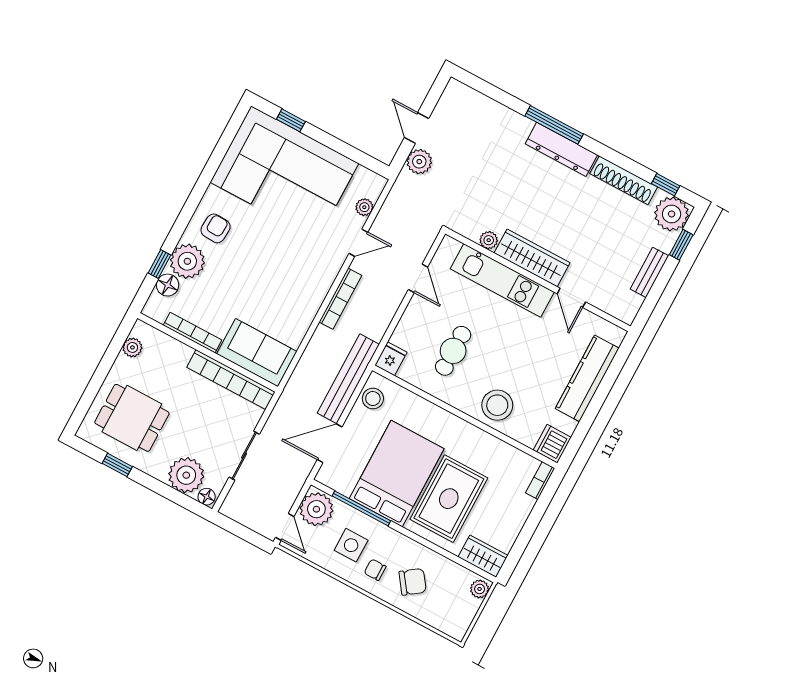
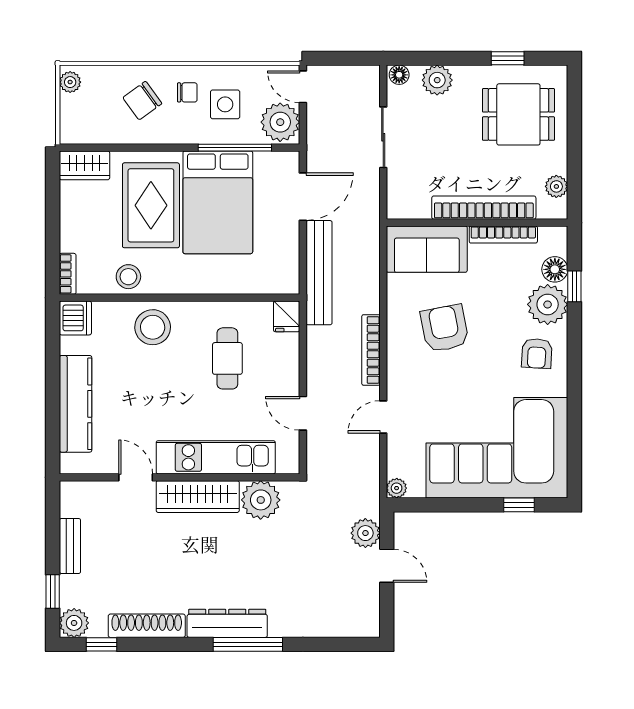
plant: (364, 207) -> (397, 488), moved
plant: (672, 214) -> (74, 623), width x0.73, depth x0.73
plant: (489, 240) -> (261, 500), width x1.88, depth x1.88
armchair: (275, 285) -> (445, 328), added
bookcase: (231, 380) -> (484, 208), moved
stool: (373, 399) -> (128, 277), moved
plant: (186, 475) -> (437, 80), width x0.73, depth x0.73
plant: (480, 589) -> (70, 82), moved

